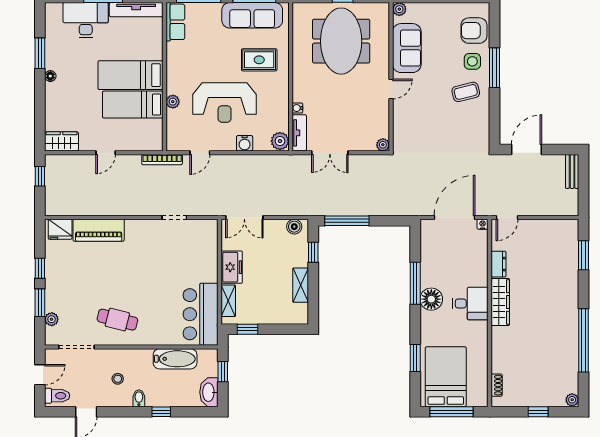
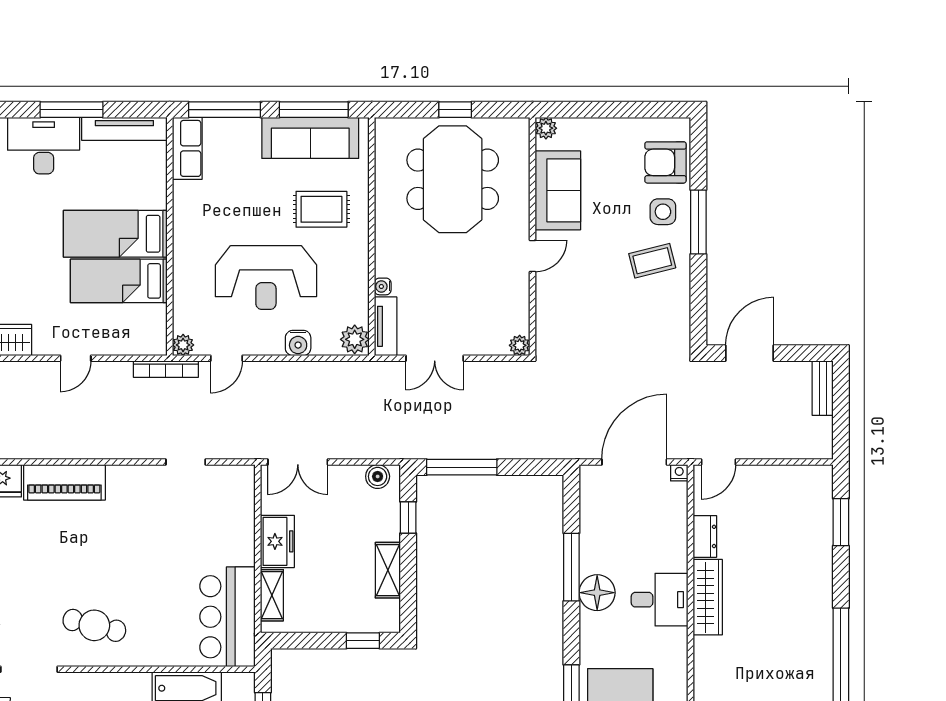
plant: (173, 102) -> (183, 345), moved
window: (248, 329) -> (363, 641), moved

